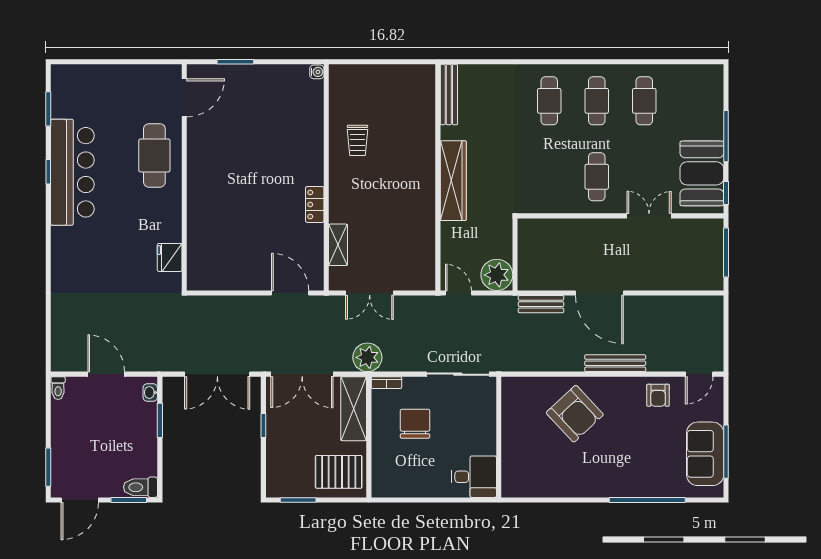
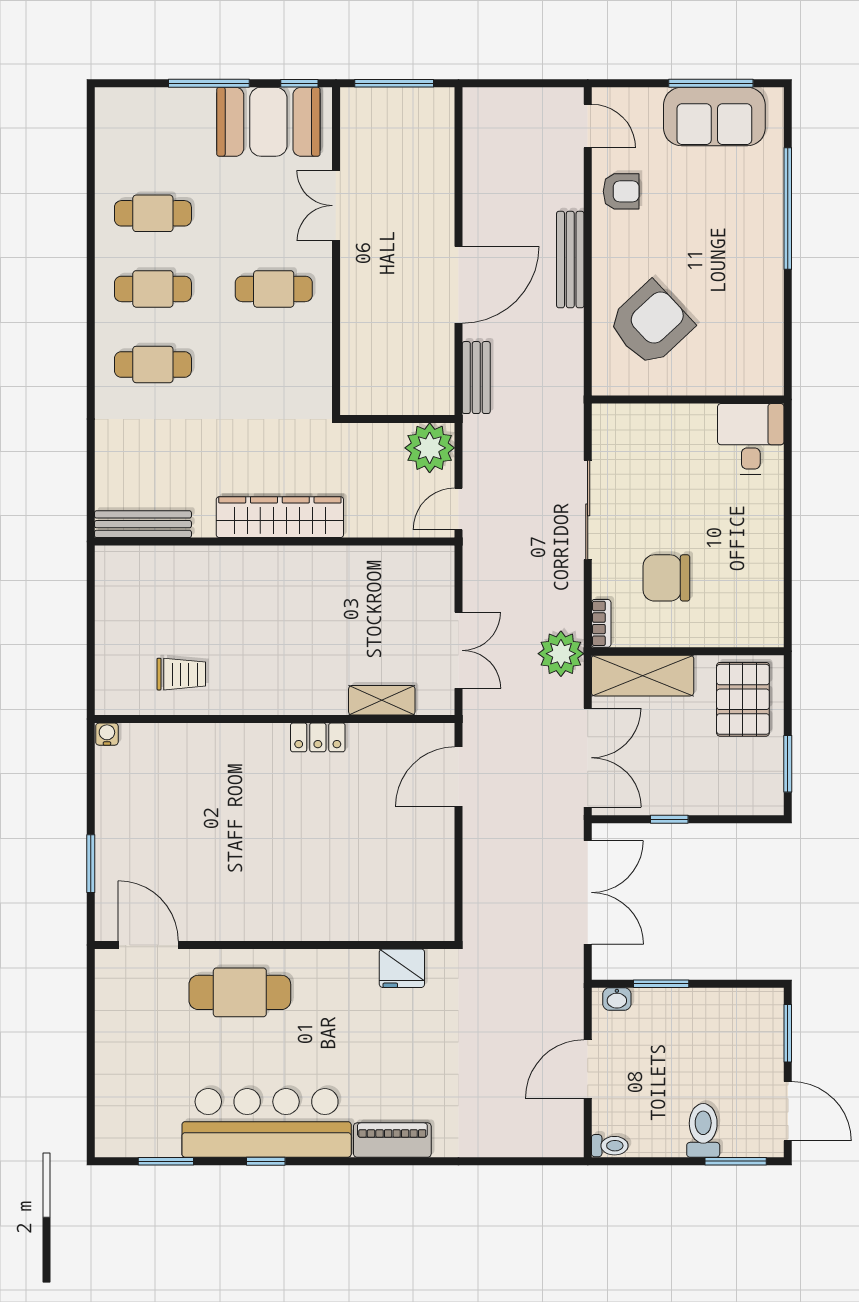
trolley: (357, 140) -> (181, 674), moved
piano: (62, 251) -> (392, 1140), added
wall: (499, 437) -> (688, 400), moved
desk: (474, 477) -> (751, 439), moved
toilet: (140, 487) -> (703, 1130), moved, turned 180

